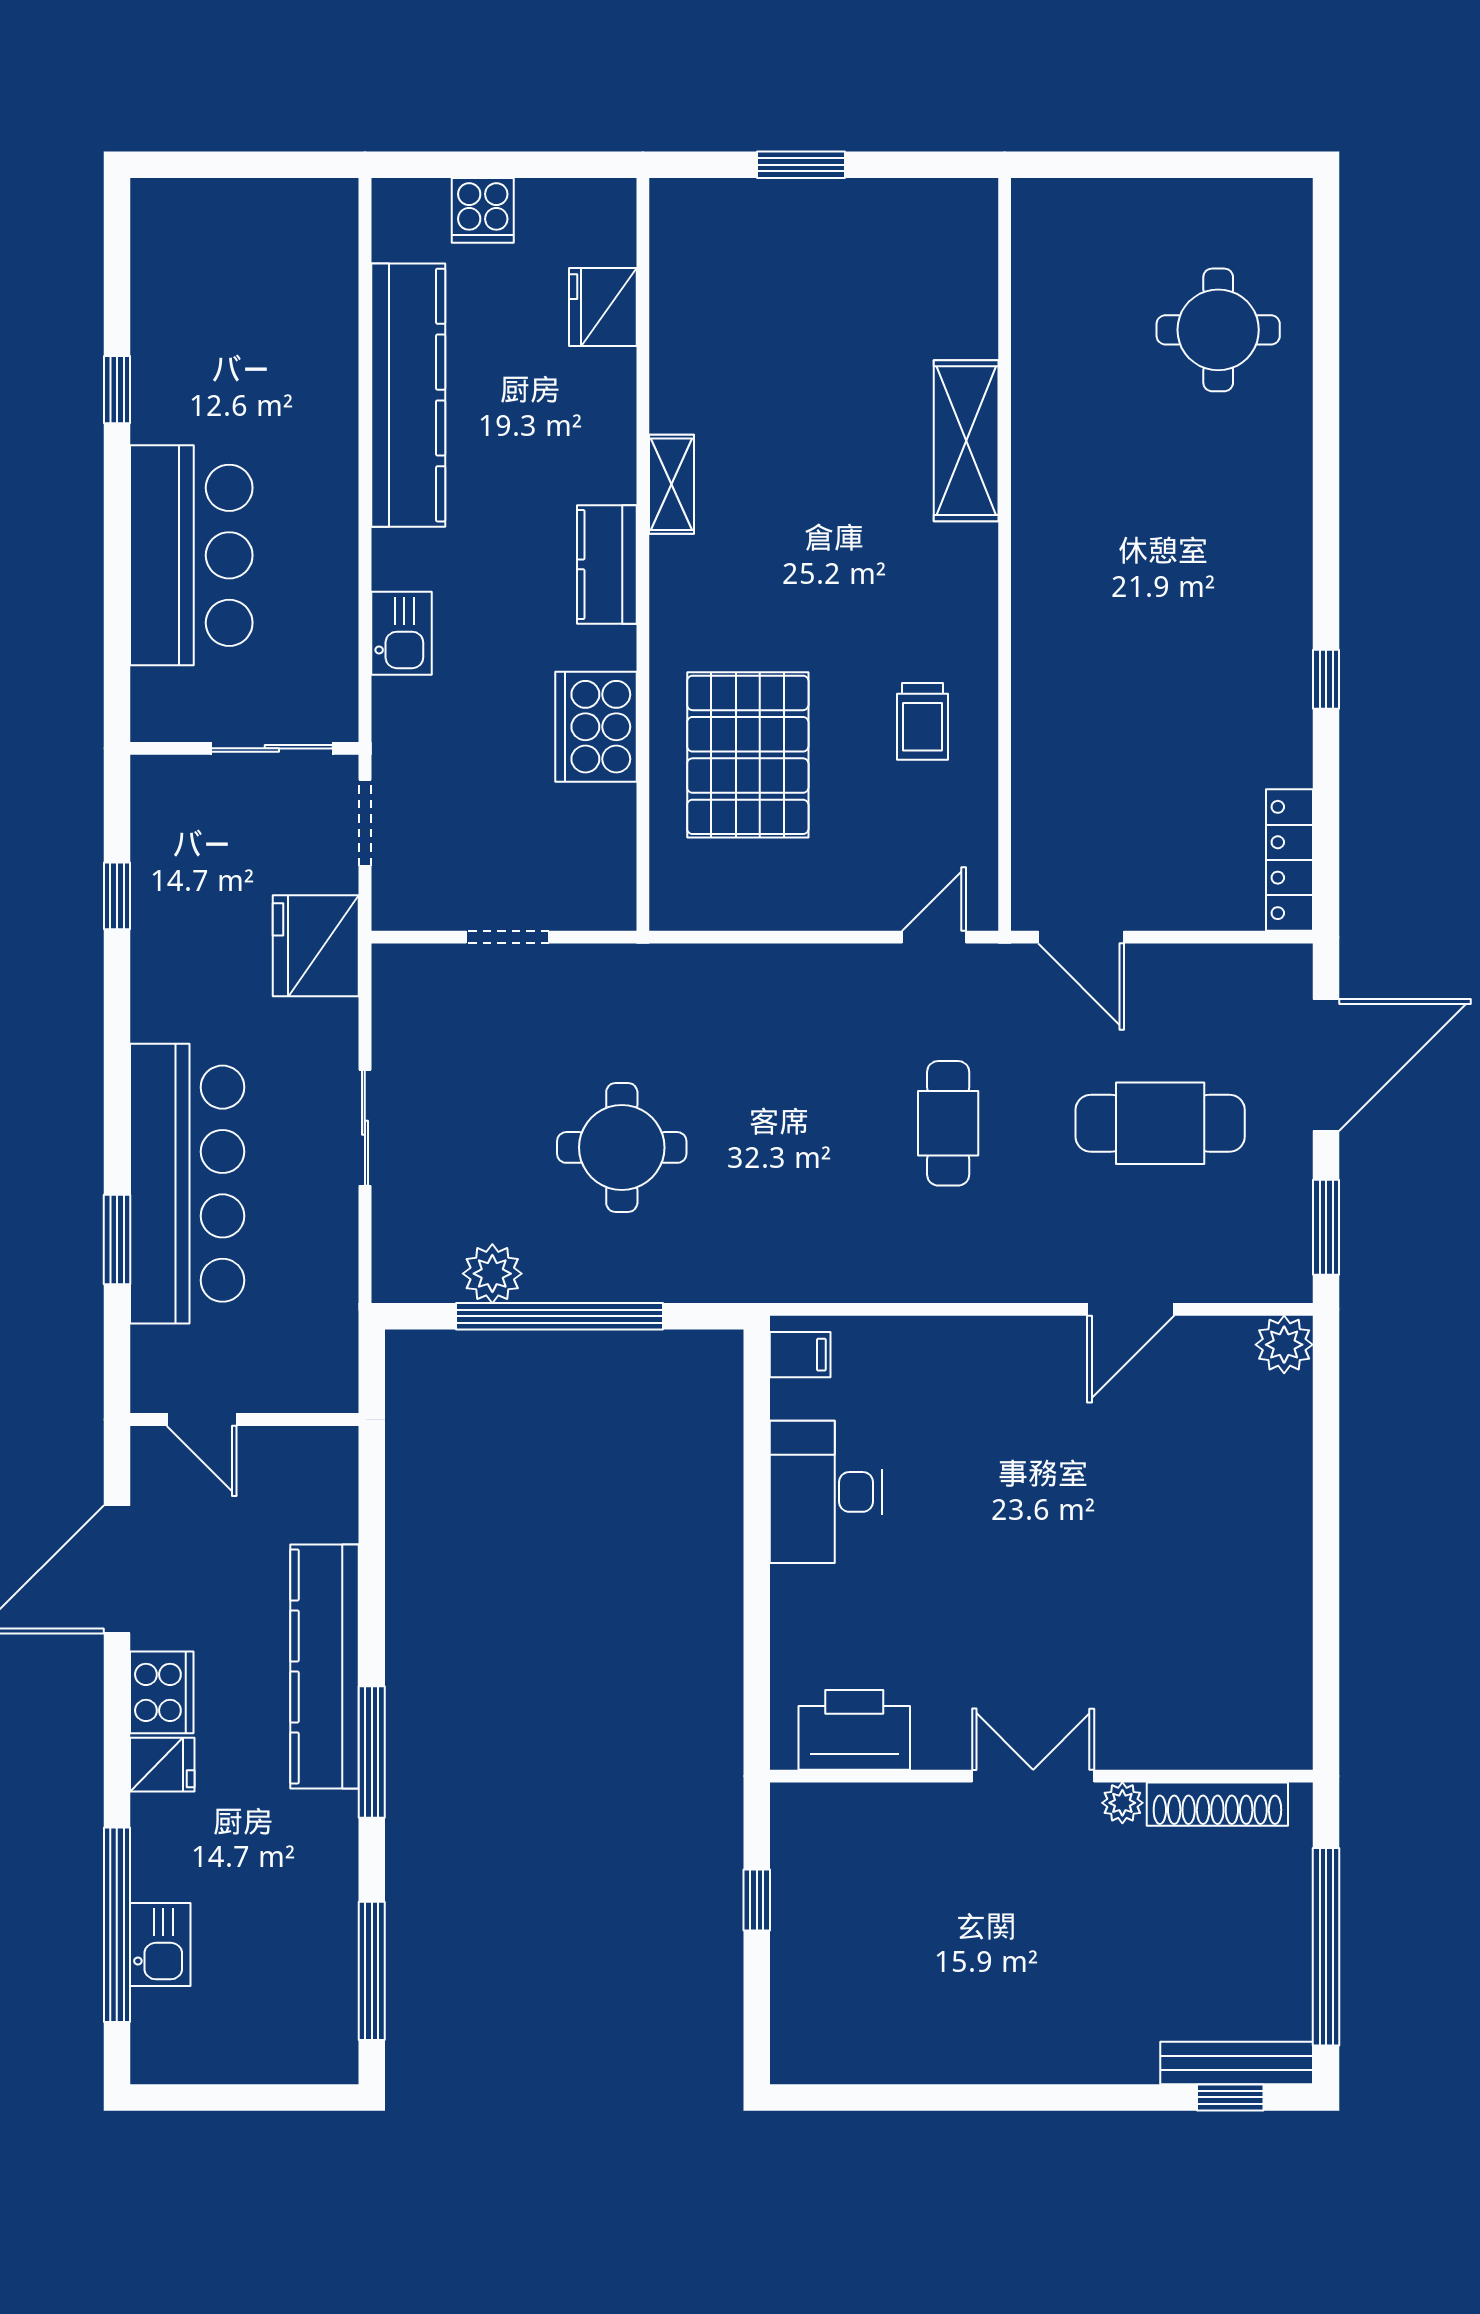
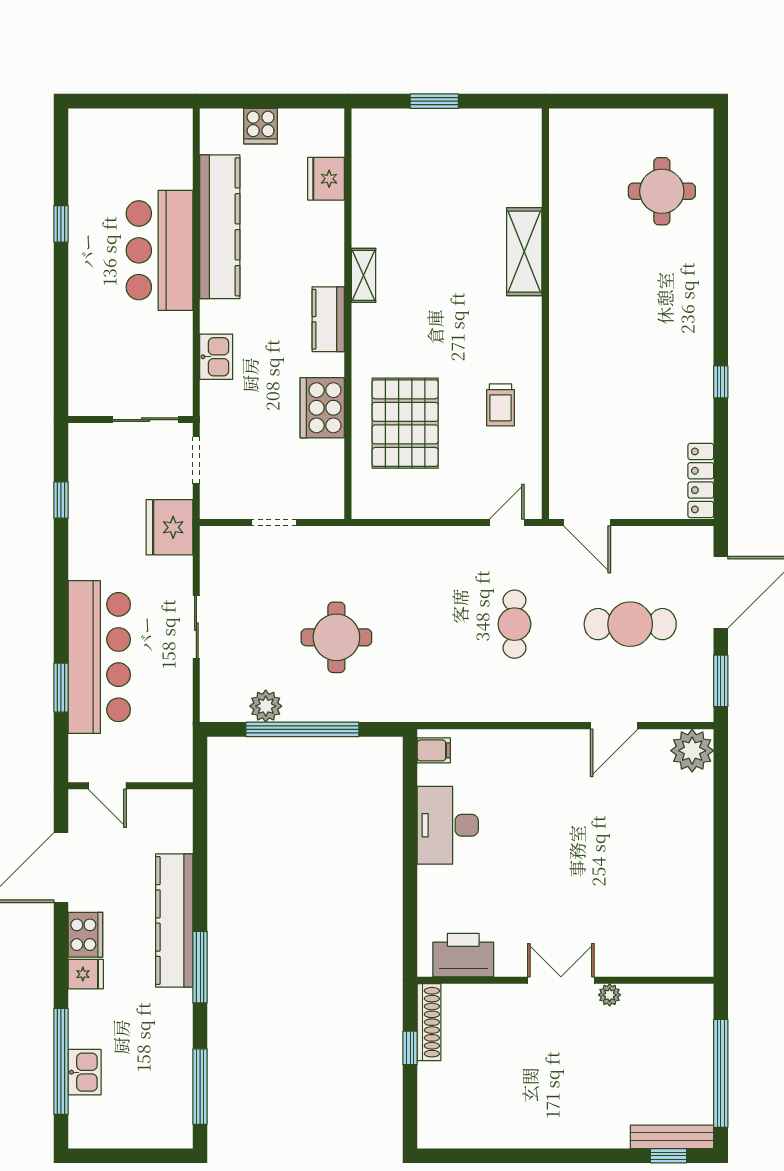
bar counter: (191, 555) -> (159, 250), moved, turned 180
plant: (1284, 1345) -> (692, 751), width x1.36, depth x1.36
shoe rack: (1217, 1804) -> (429, 1022), moved, turned -90

